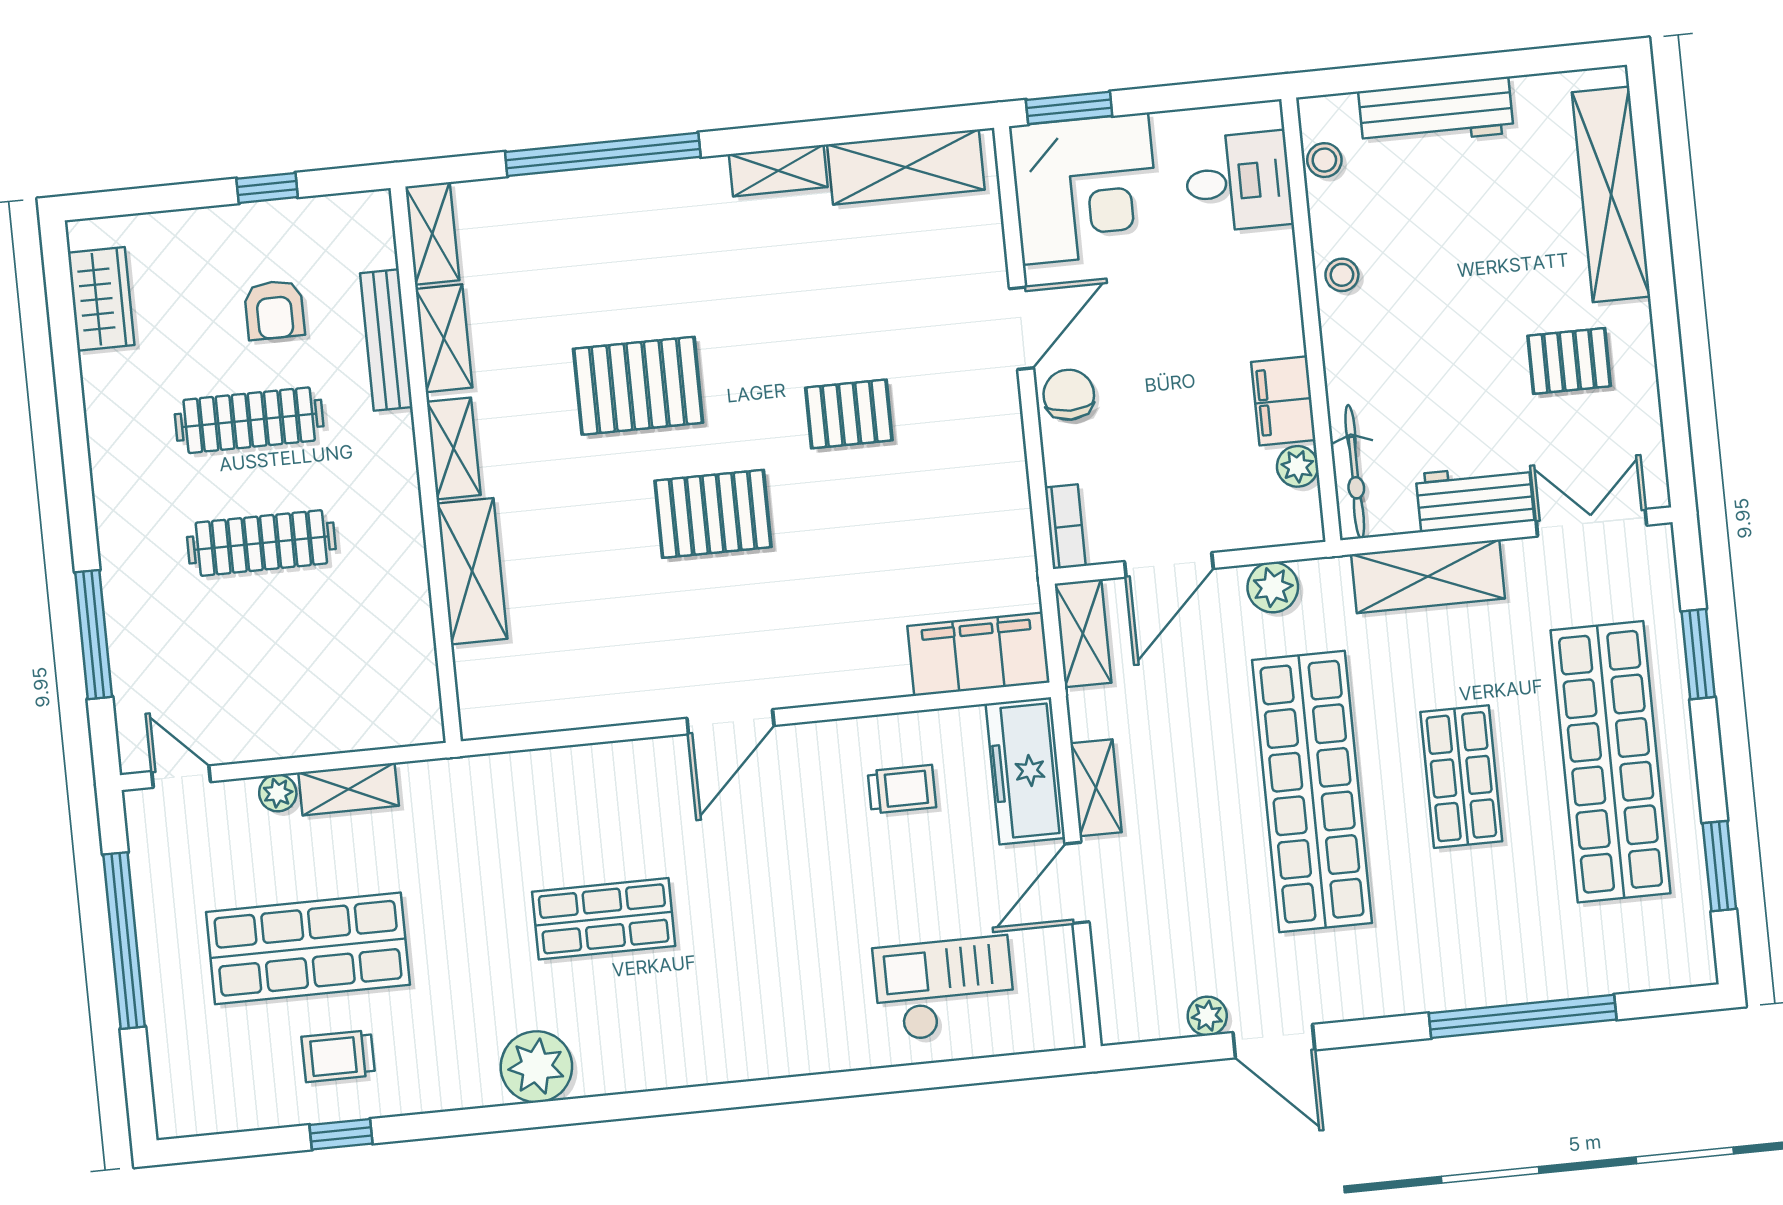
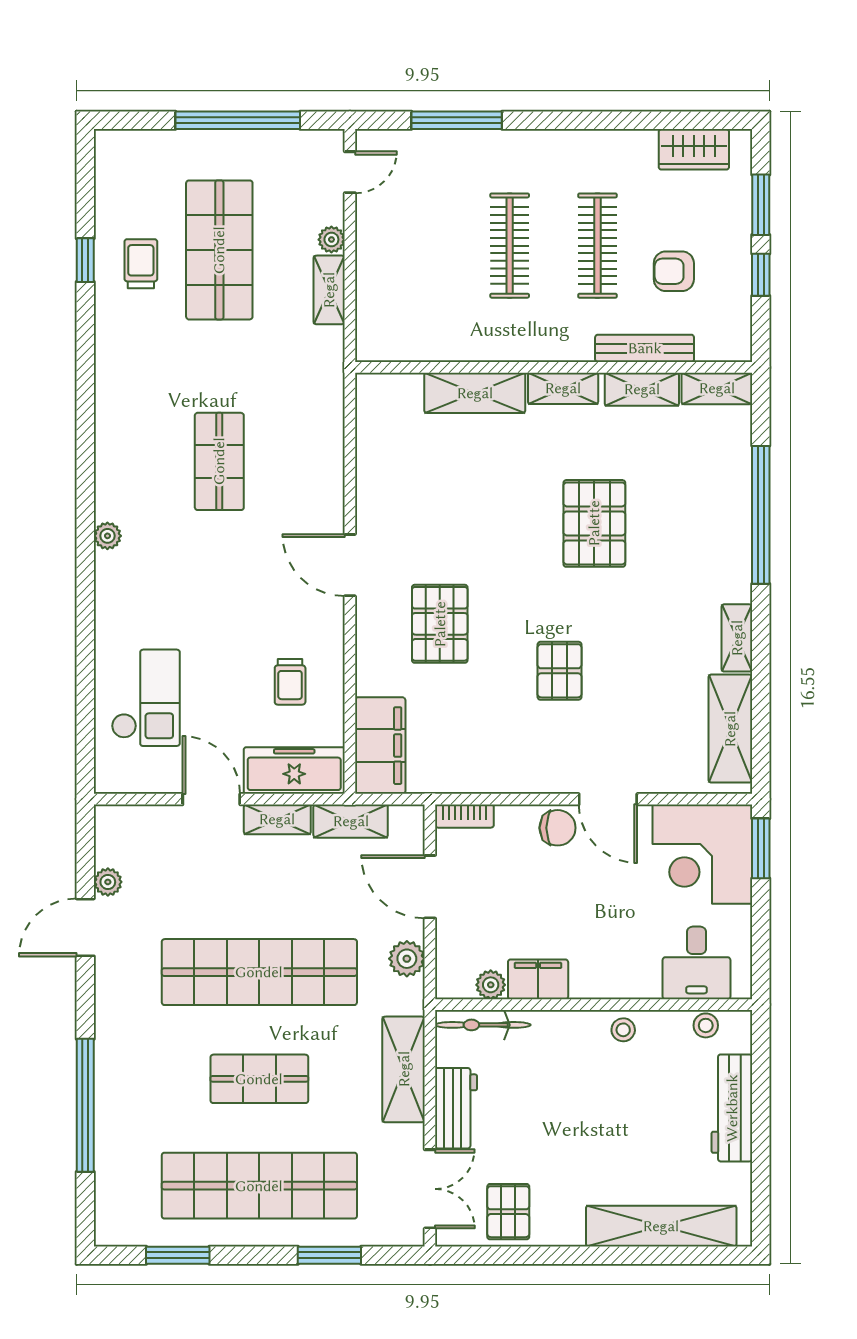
window: (169, 198) -> (761, 205), added
pallet: (1569, 361) -> (508, 1212), moved
pallet: (713, 514) -> (440, 624), moved
shelving: (1083, 633) -> (351, 821), moved
plant: (536, 1067) -> (107, 536), moved, width x0.53, depth x0.53

